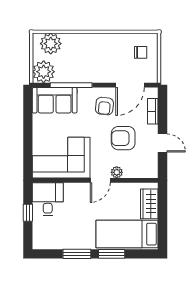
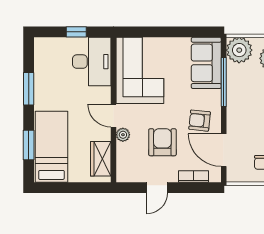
desk: (48, 199) -> (92, 62), width x1.37
wardrobe: (149, 204) -> (101, 159), moved, turned -90
window: (112, 254) -> (29, 145), moved

